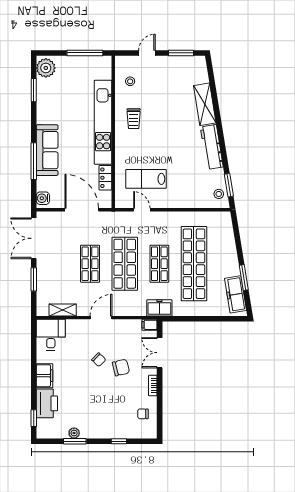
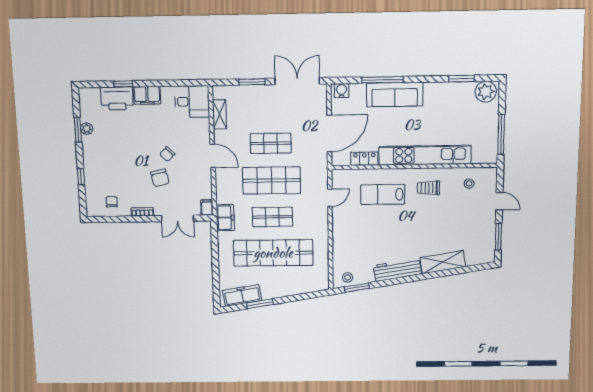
lab bench: (146, 179) -> (383, 194), moved, turned -90
double door: (160, 353) -> (177, 218), swing flipped
window: (34, 418) -> (123, 84), moved

